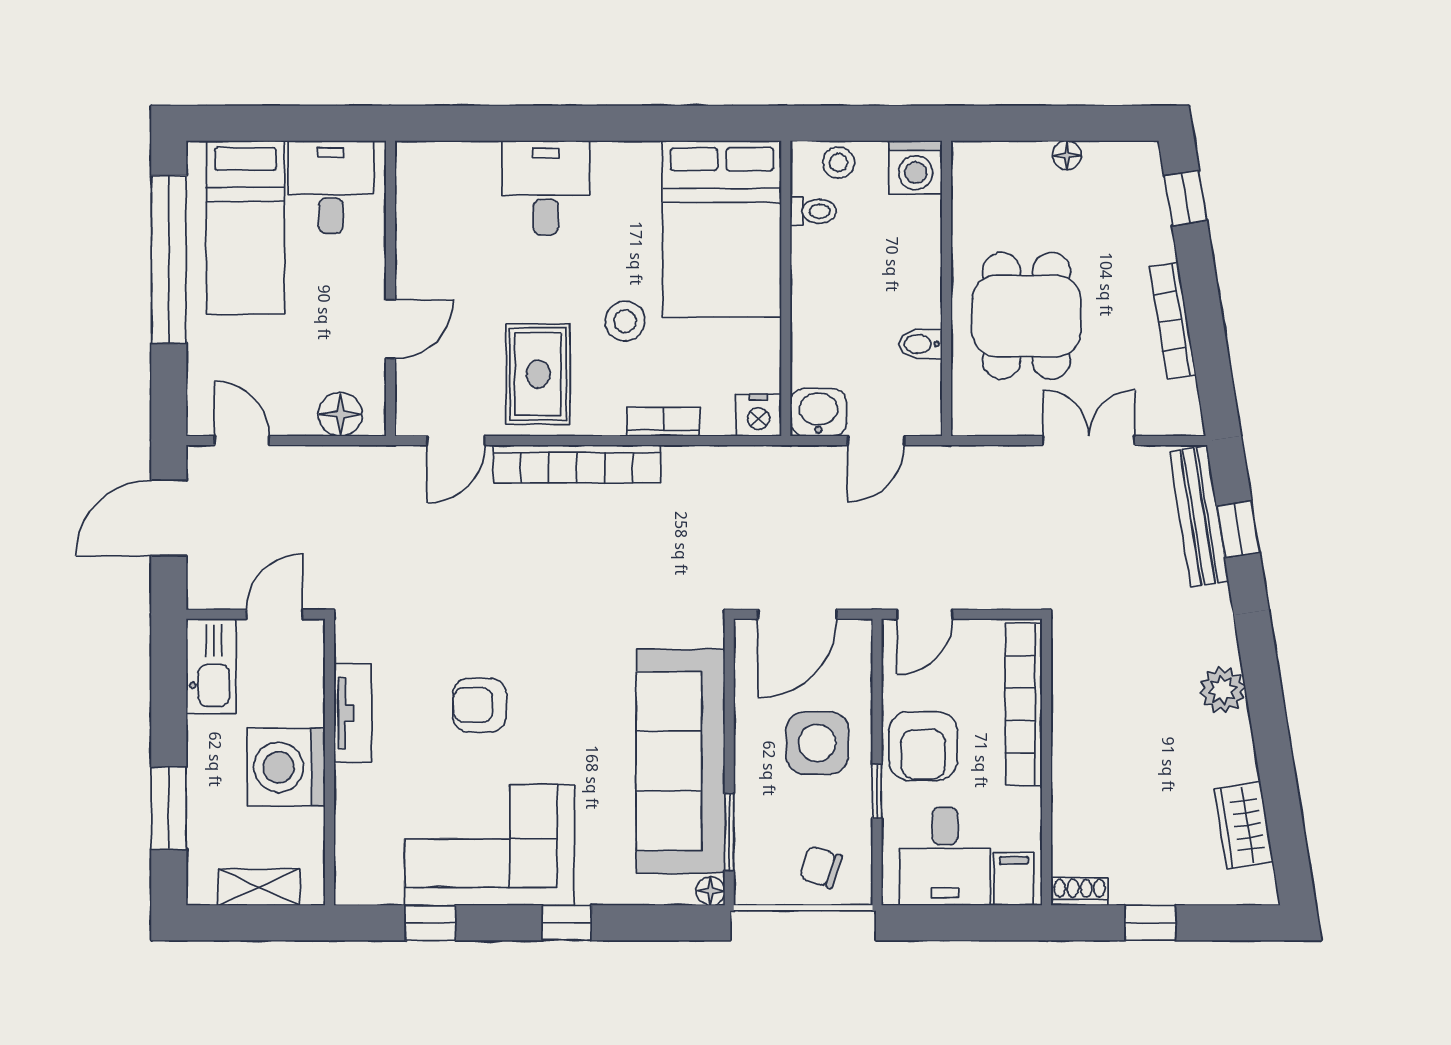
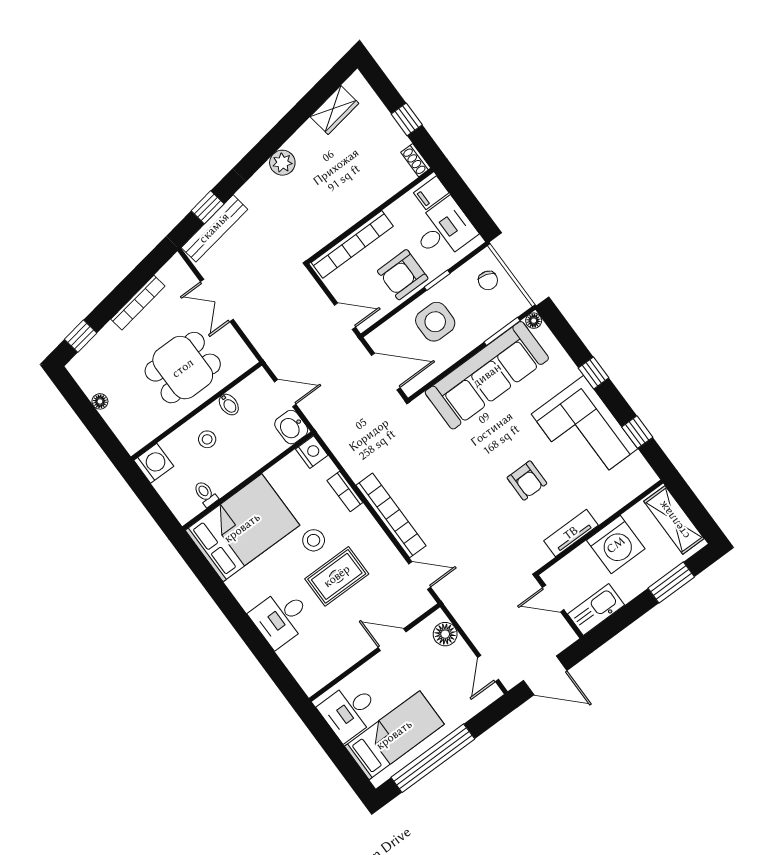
stool: (839, 163) -> (207, 439), moved
rug: (538, 374) -> (337, 576), moved
armchair: (923, 746) -> (403, 275), turned 180
shelving: (259, 887) -> (674, 520), width x1.50, depth x1.33

